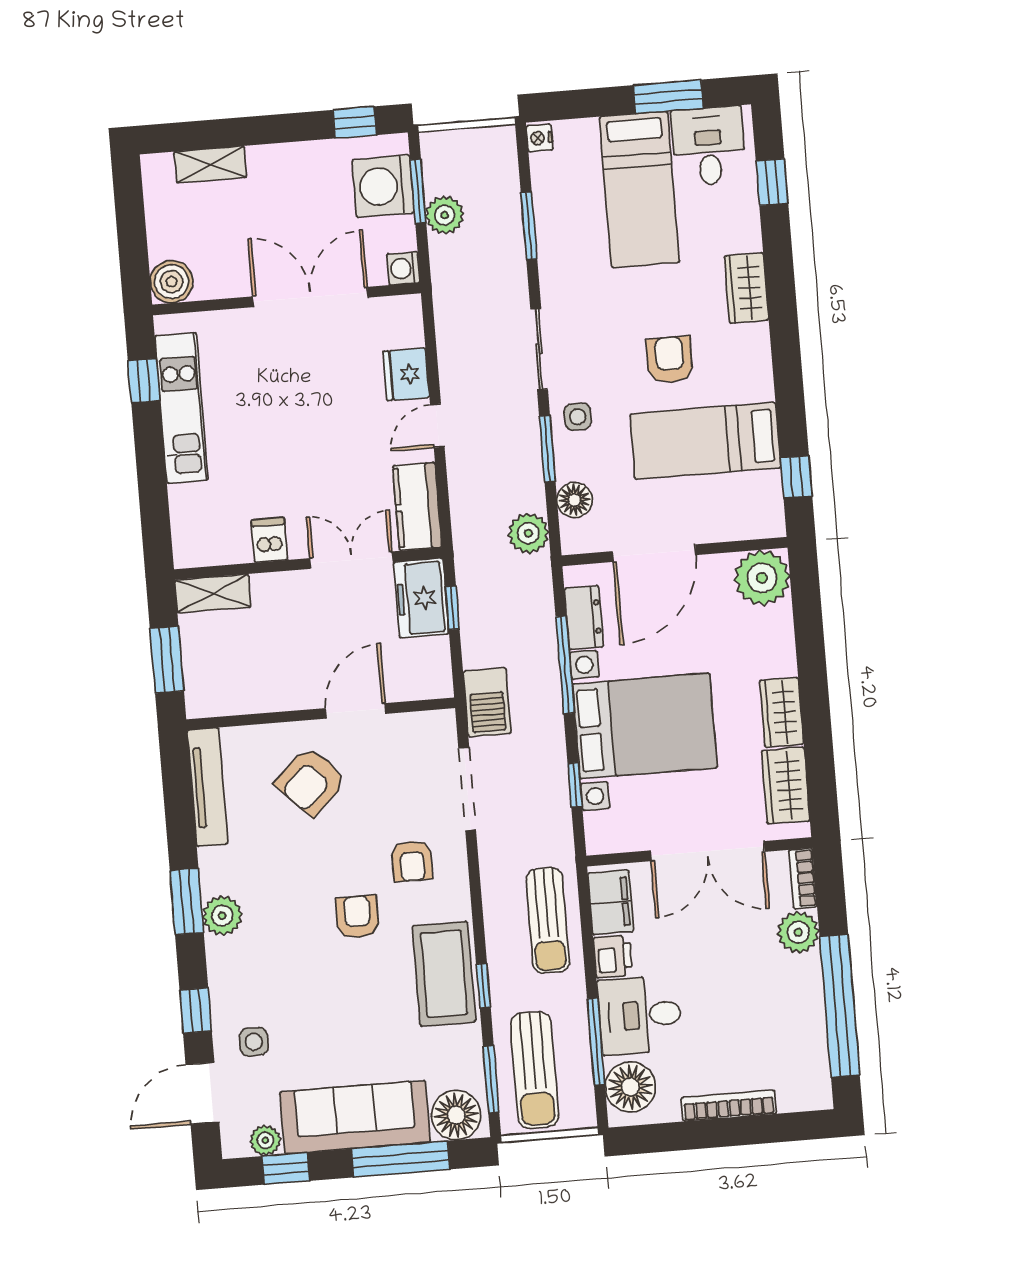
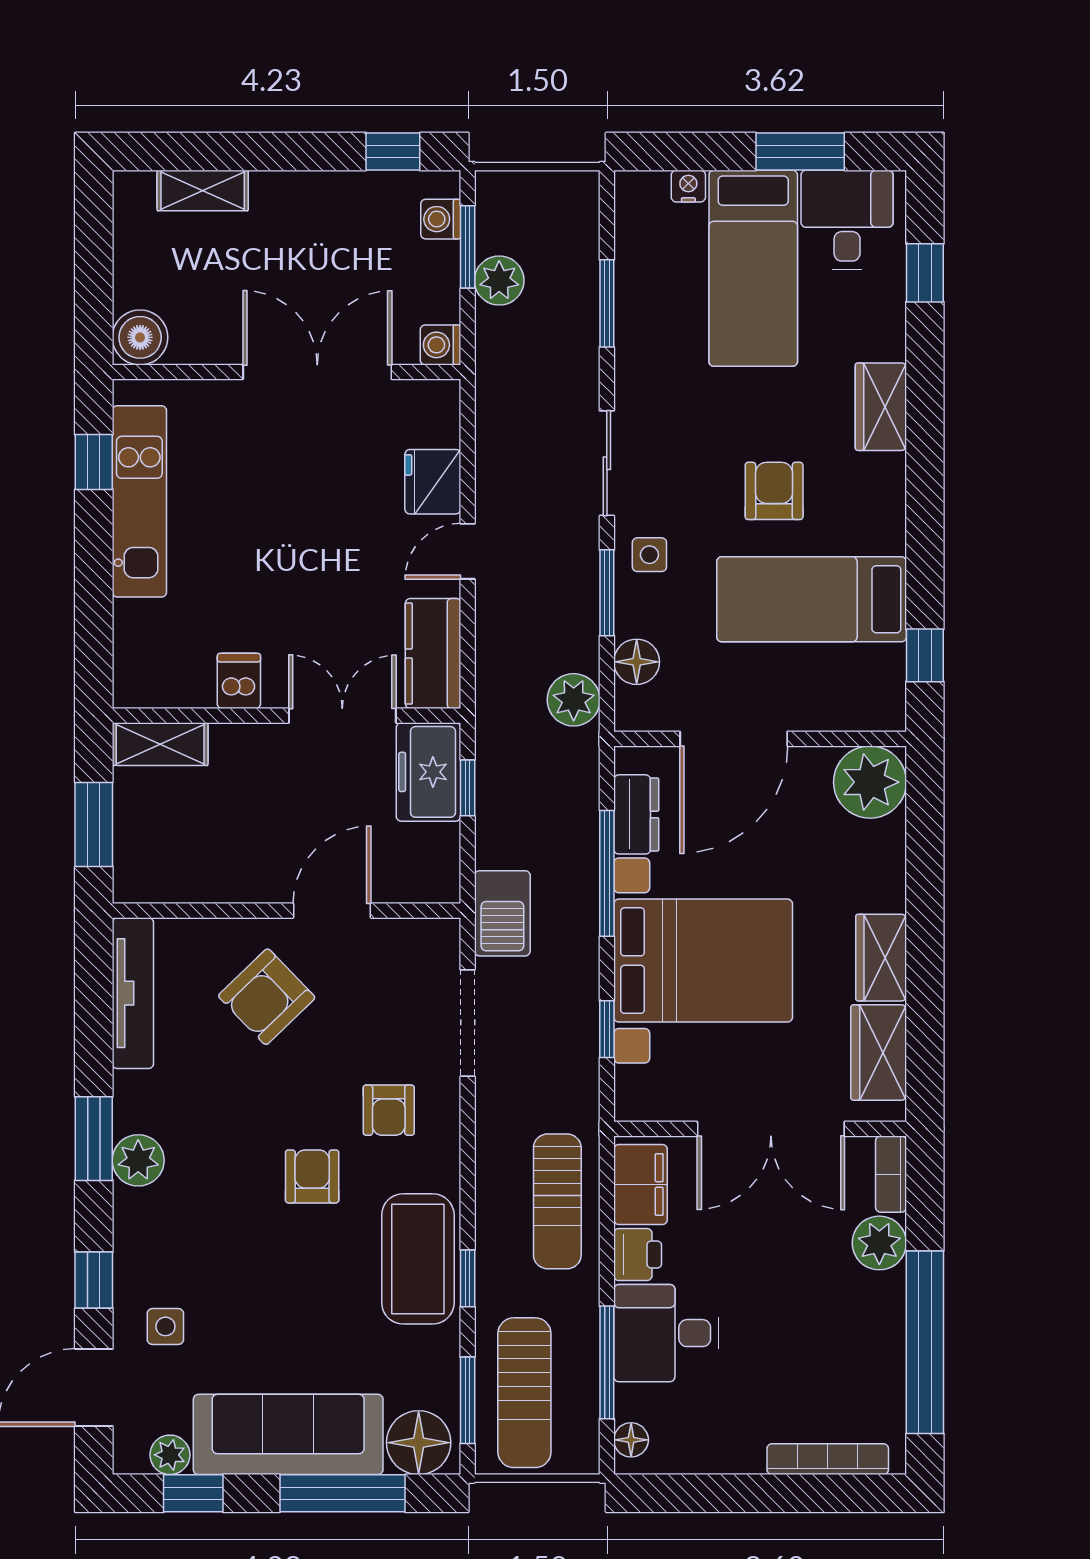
nightstand: (540, 138) -> (688, 186), moved, turned 90
washing machine: (383, 186) -> (441, 219), width x0.53, depth x0.53
floor lamp: (630, 1087) -> (631, 1440), width x0.53, depth x0.53
bookcase: (729, 1106) -> (828, 1459), moved

